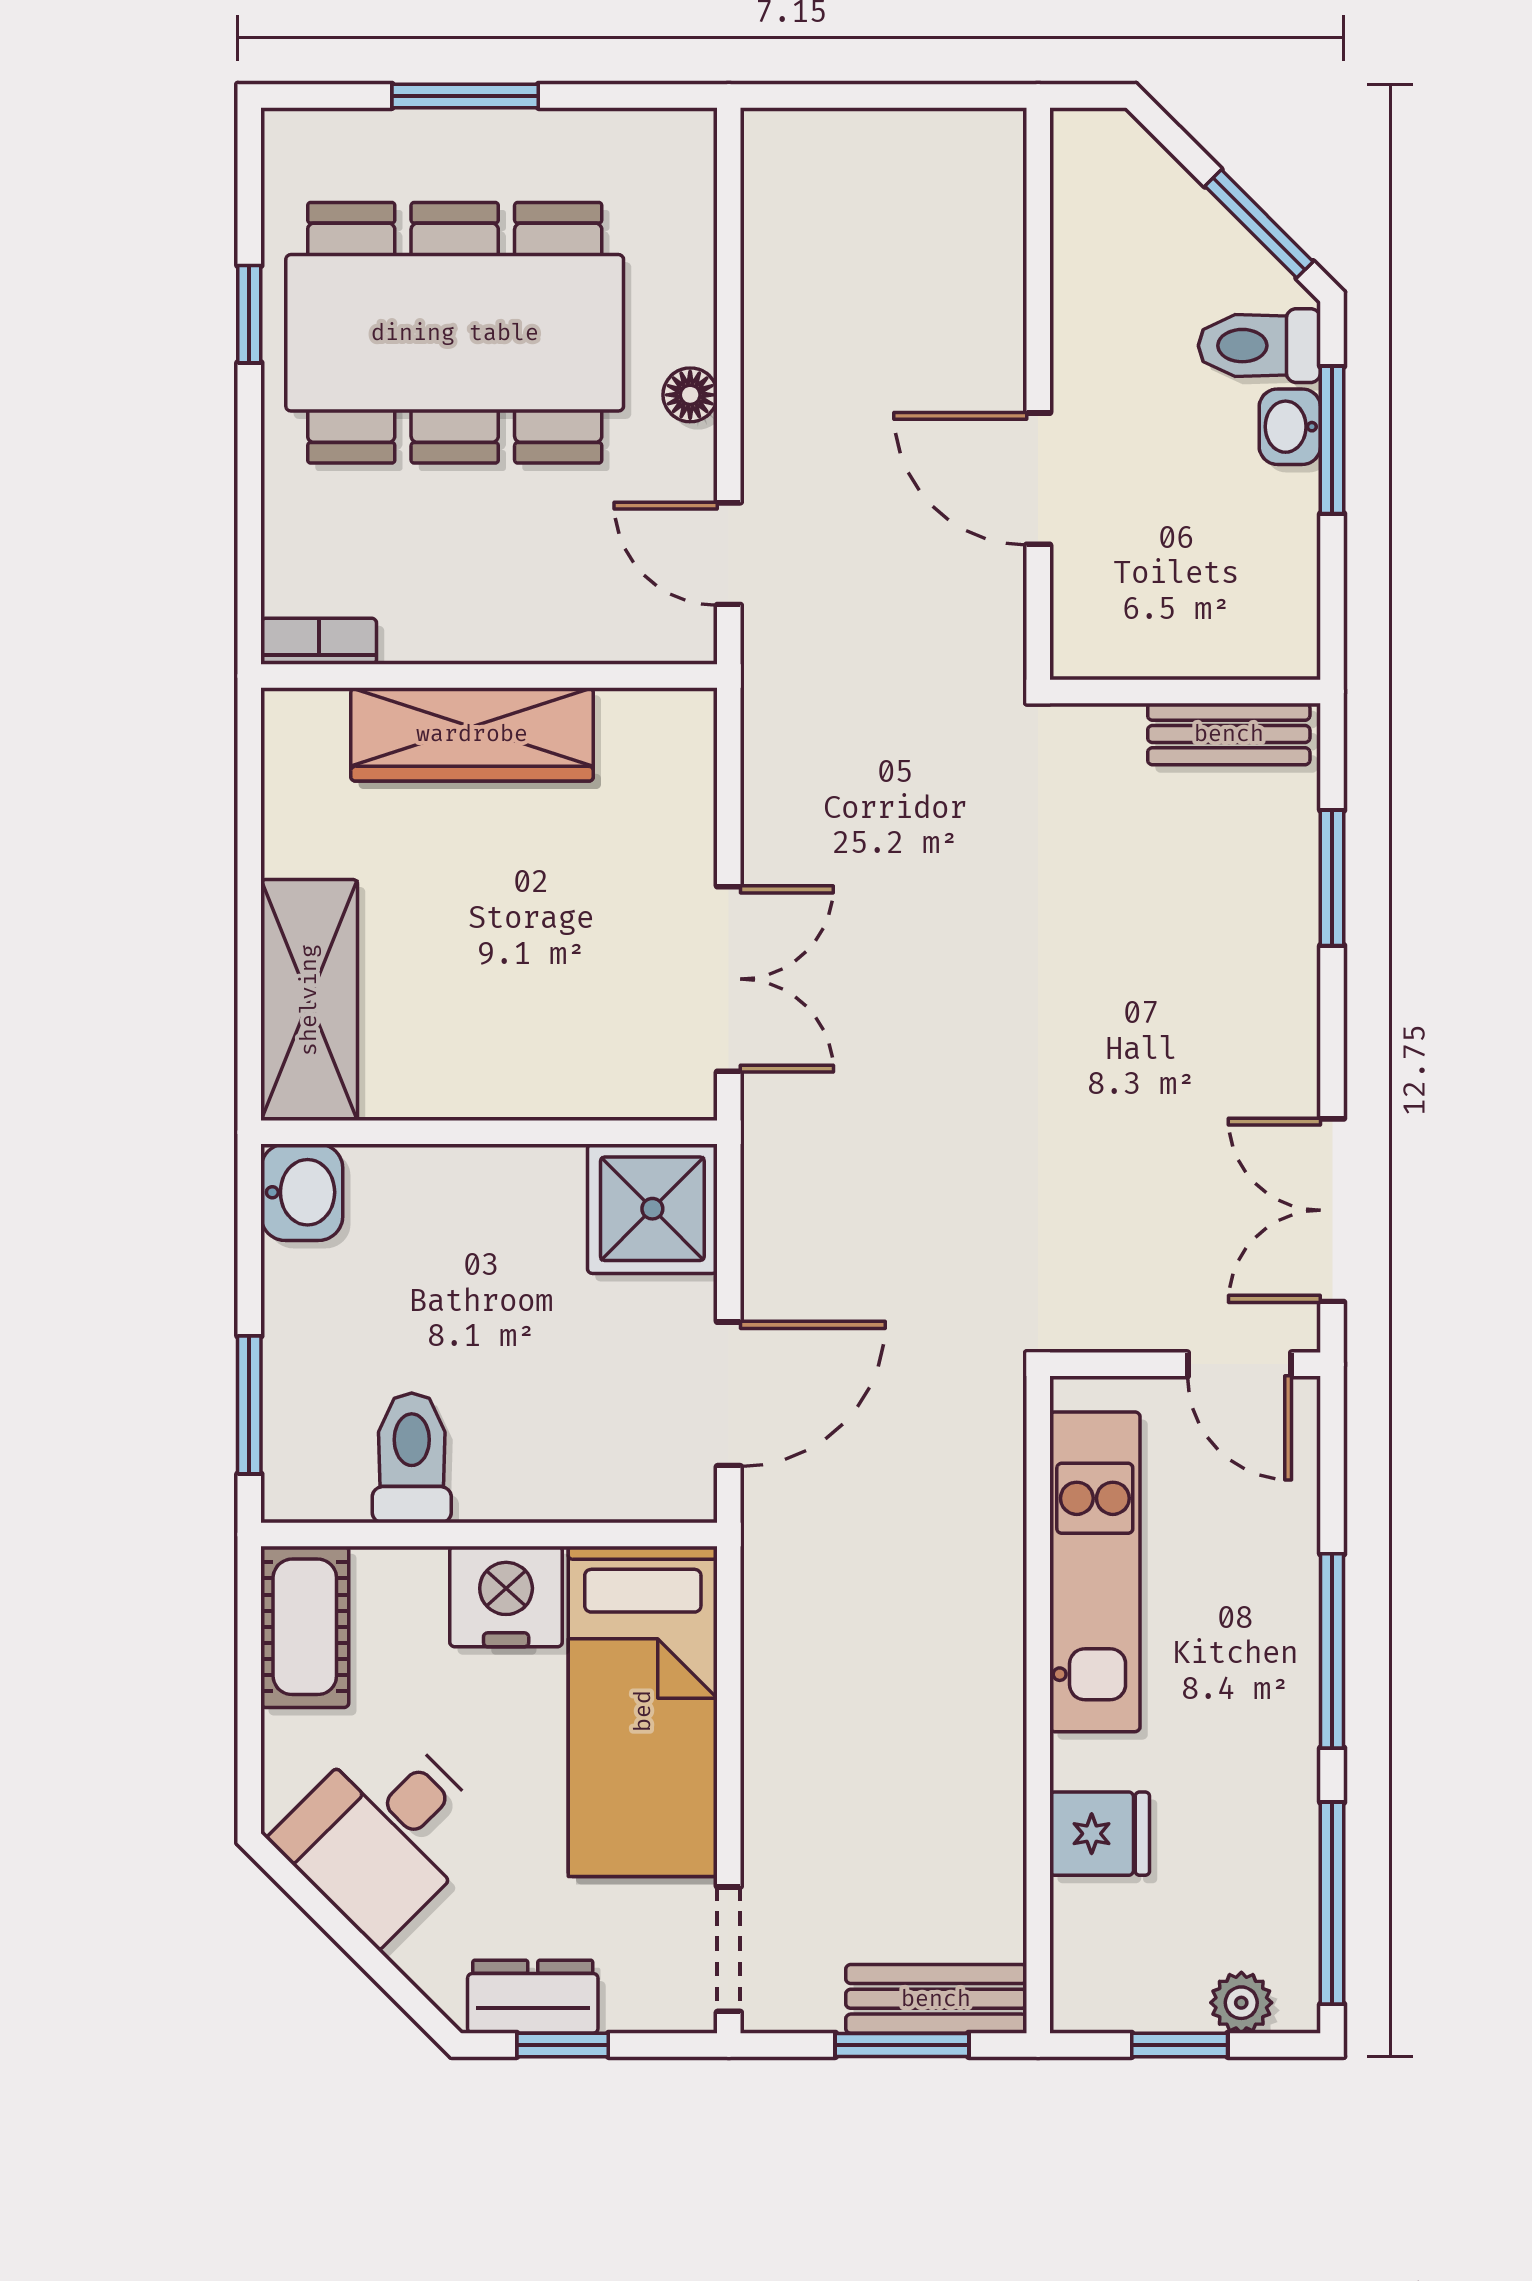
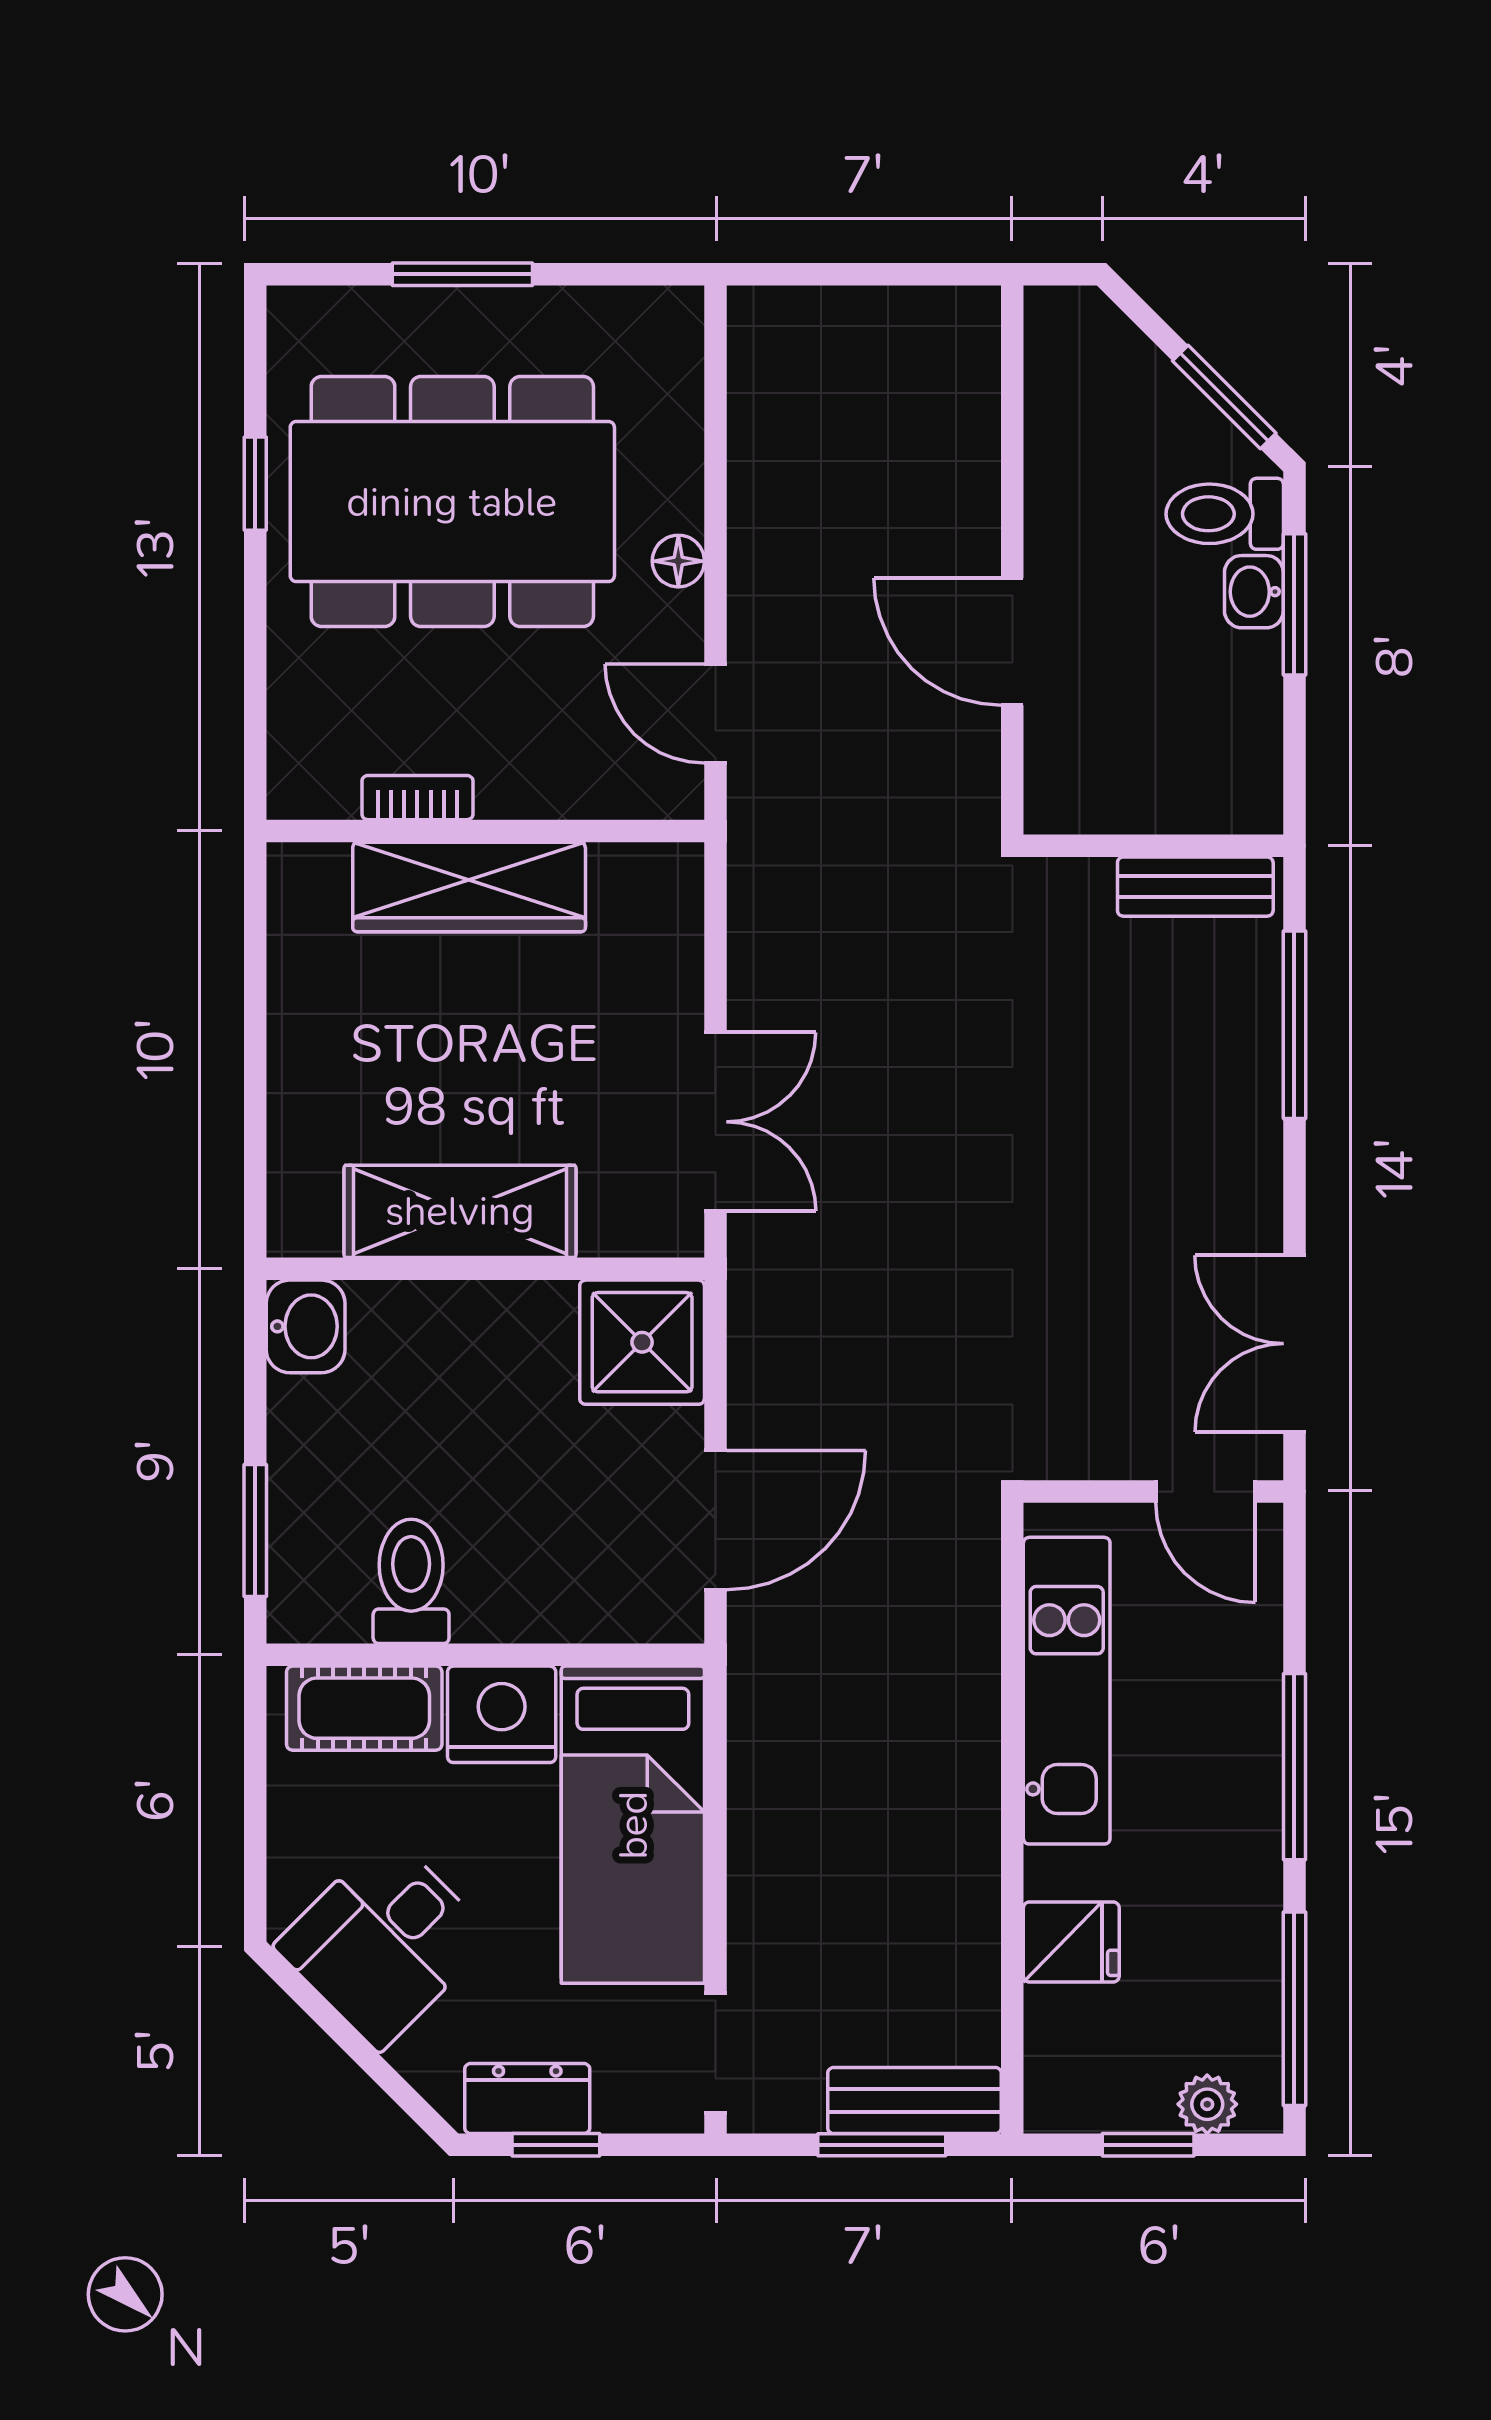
bookcase: (319, 641) -> (417, 798), moved
window: (1332, 878) -> (1294, 1025), width x1.44
shelving: (309, 1000) -> (460, 1211), moved, turned 90
cot: (305, 1627) -> (364, 1708), moved, turned 90

